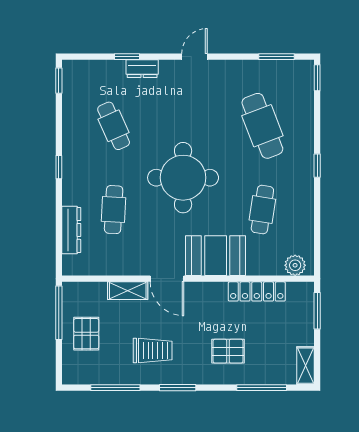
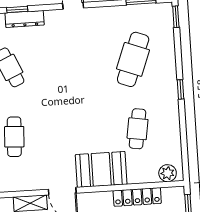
dresser: (142, 69) -> (25, 19), width x1.44
cafe table: (262, 126) -> (133, 59), turned 42
round table: (183, 178) -> (70, 107), removed

